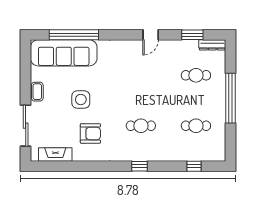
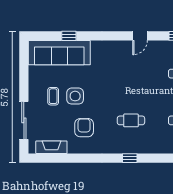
window: (74, 35) -> (69, 36), width x0.32
coffee table: (37, 92) -> (53, 96), moved
armchair: (90, 134) -> (84, 128), turned -90

